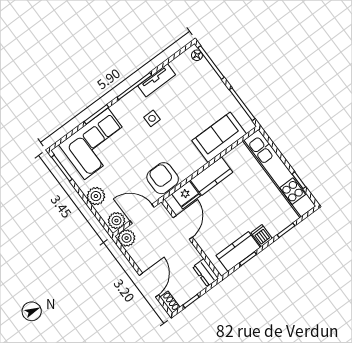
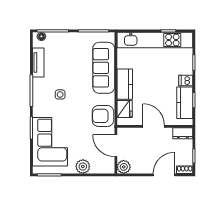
tv unit: (157, 80) -> (38, 62), moved
sofa: (219, 137) -> (104, 68), width x1.36
door: (142, 214) -> (116, 146), hinge flipped
plant: (116, 221) -> (108, 165), removed
door: (183, 227) -> (154, 126), moved
door: (149, 285) -> (164, 175), hinge flipped

